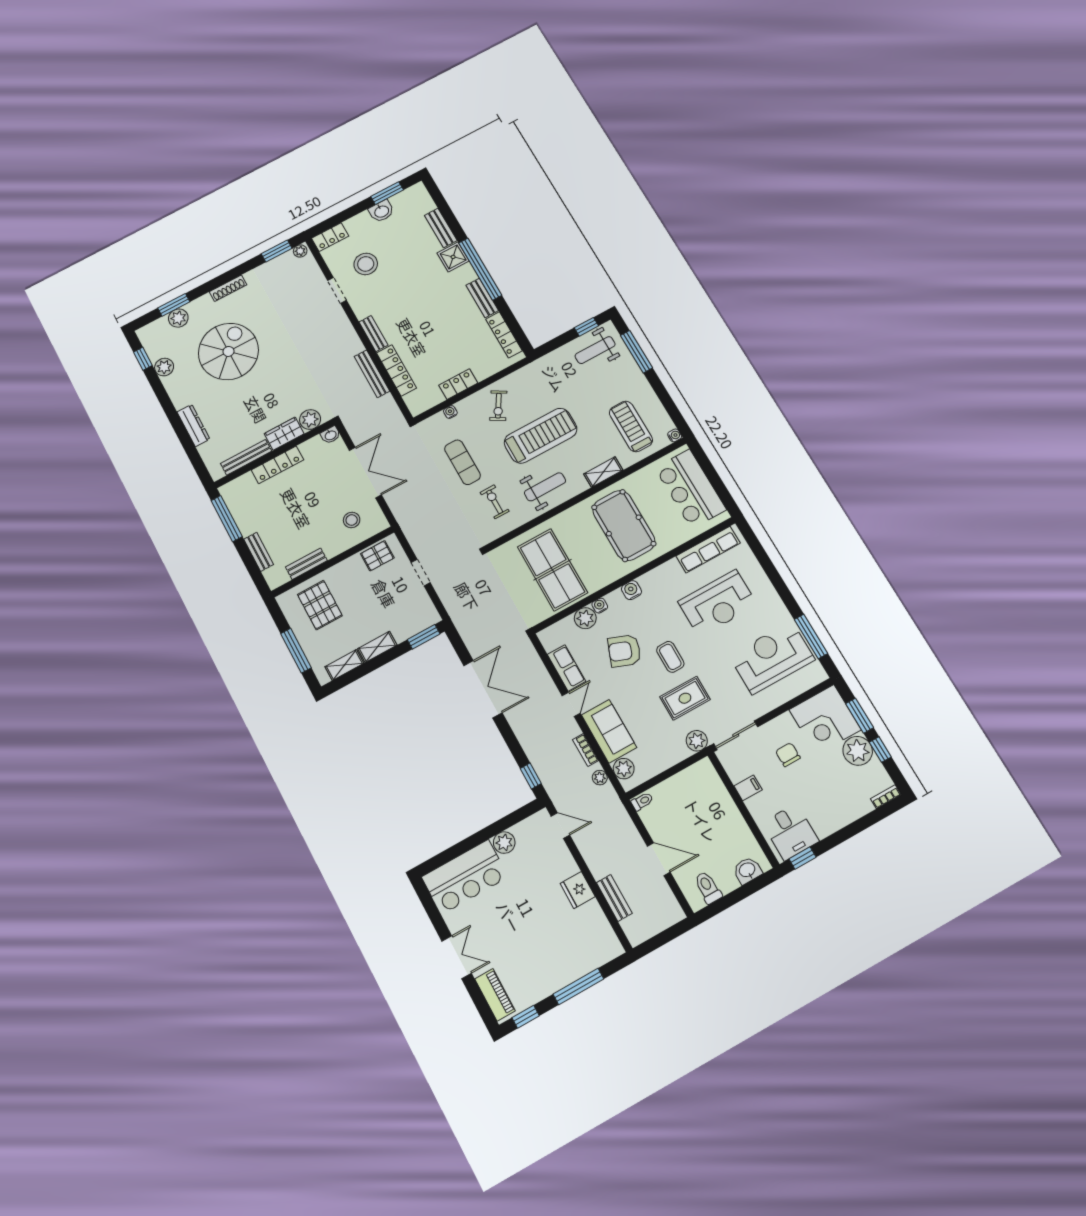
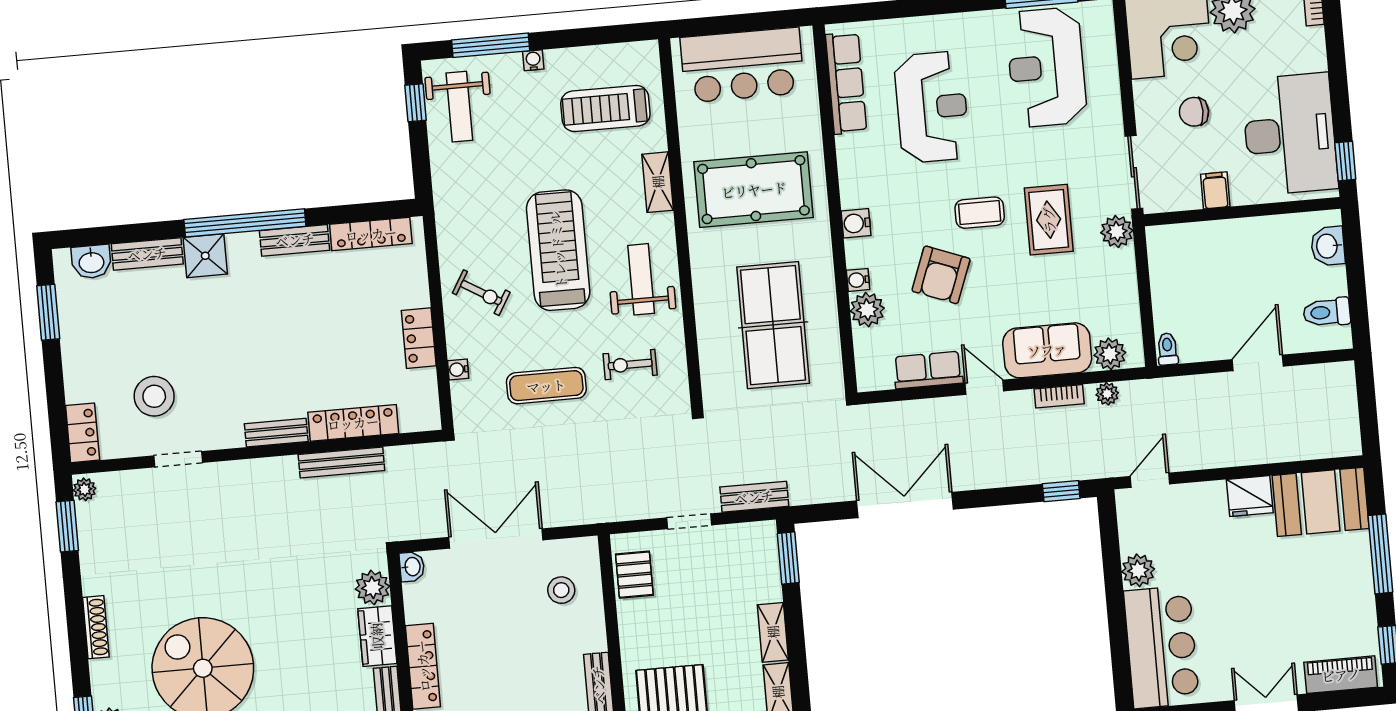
washbasin: (381, 211) -> (91, 262), moved, turned 90
water cooler: (675, 435) -> (533, 60), moved
table tennis table: (552, 570) -> (773, 325), turned 90
desk: (790, 832) -> (1290, 134), width x1.87, depth x1.30
bench: (614, 898) -> (754, 497), moved
booth: (593, 935) -> (1321, 502), added

